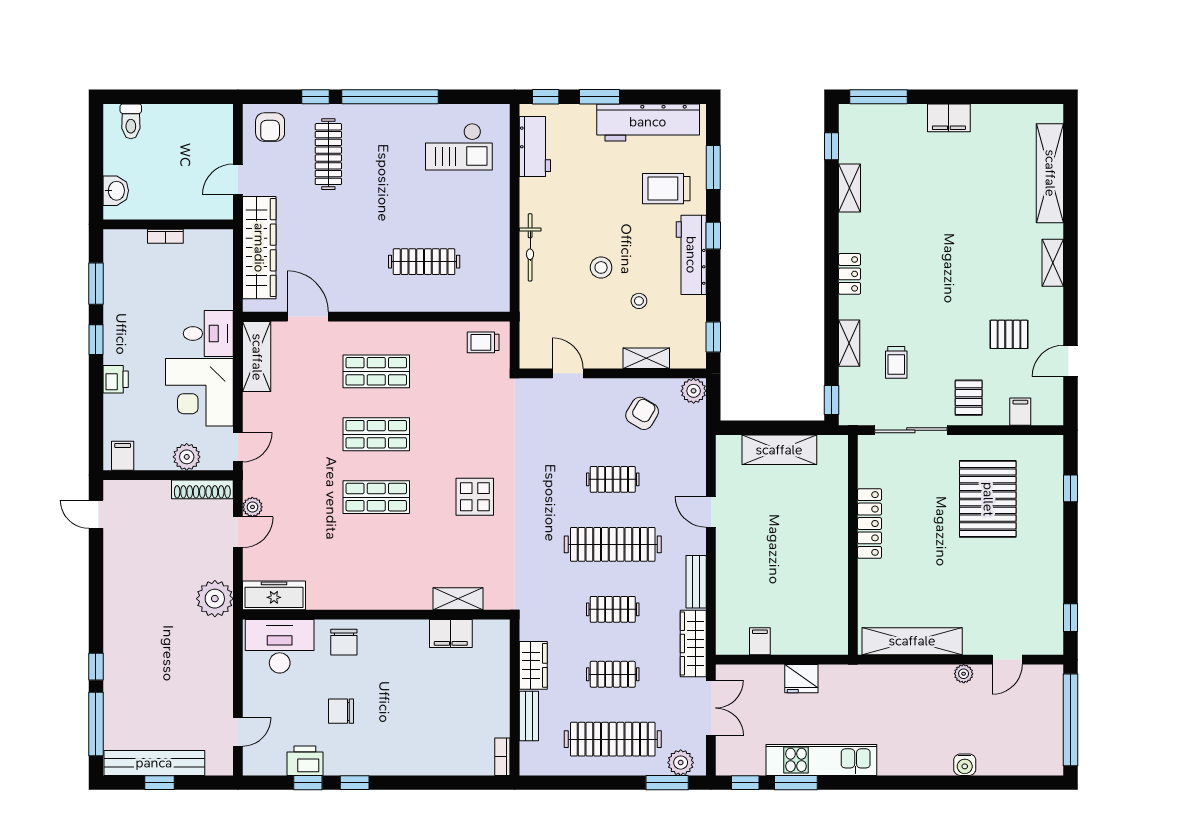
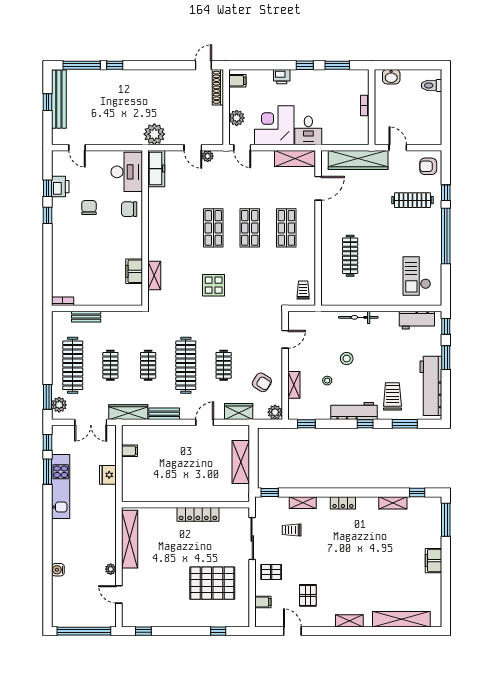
shoe rack: (202, 489) -> (218, 87), moved
wardrobe: (533, 665) -> (239, 412), moved, turned 180

